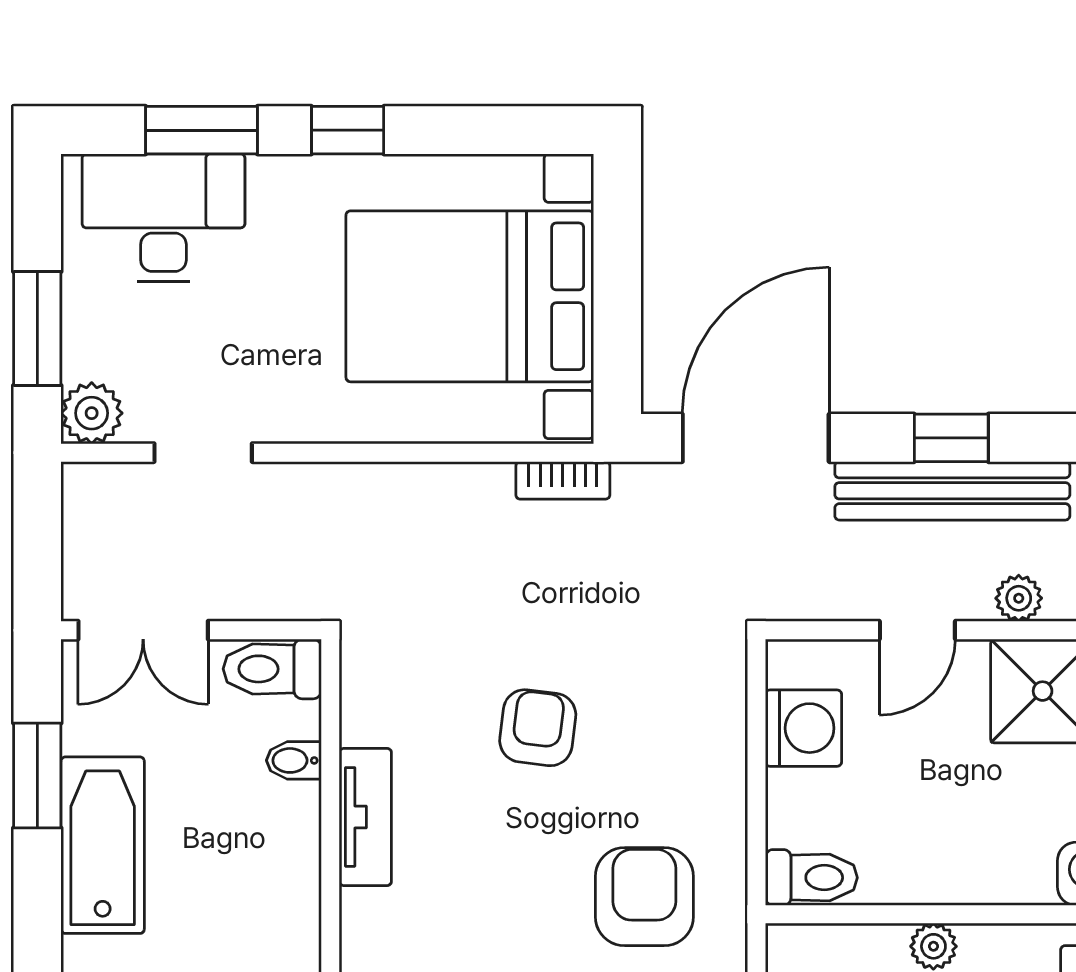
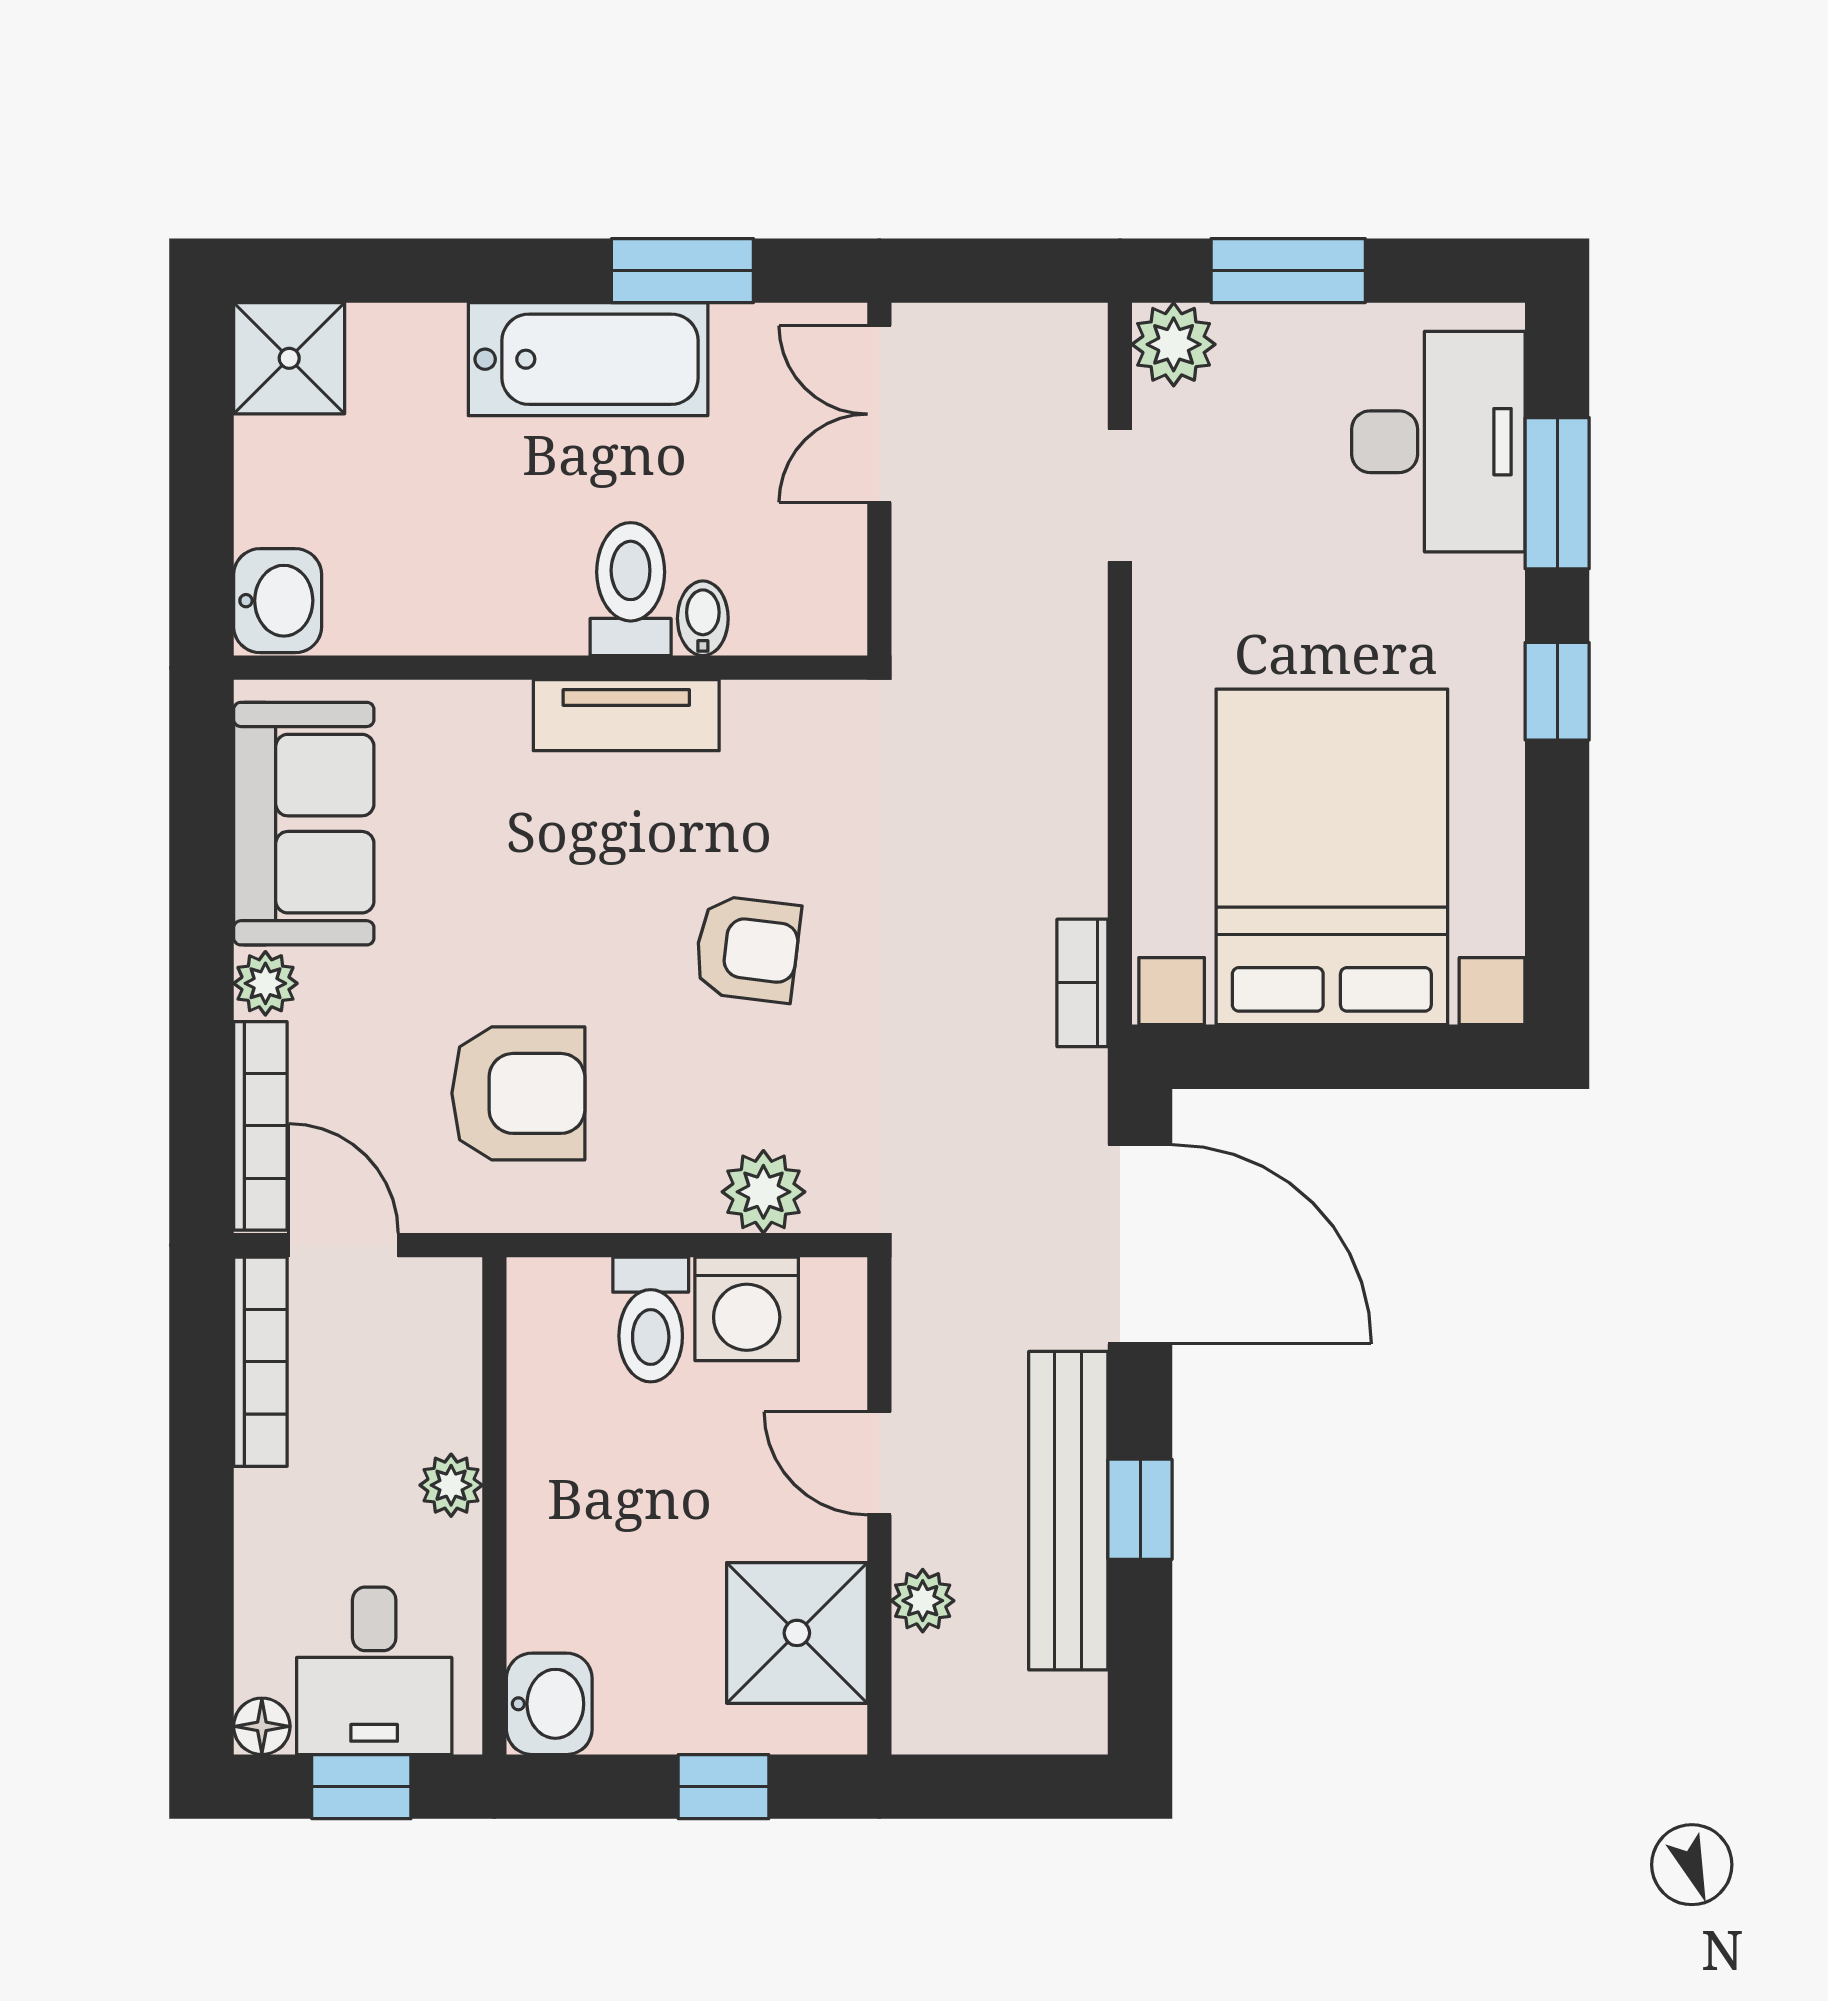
toilet: (272, 669) -> (631, 589), moved
plant: (717, 716) -> (763, 1192), added
toilet: (811, 878) -> (651, 1320), moved

